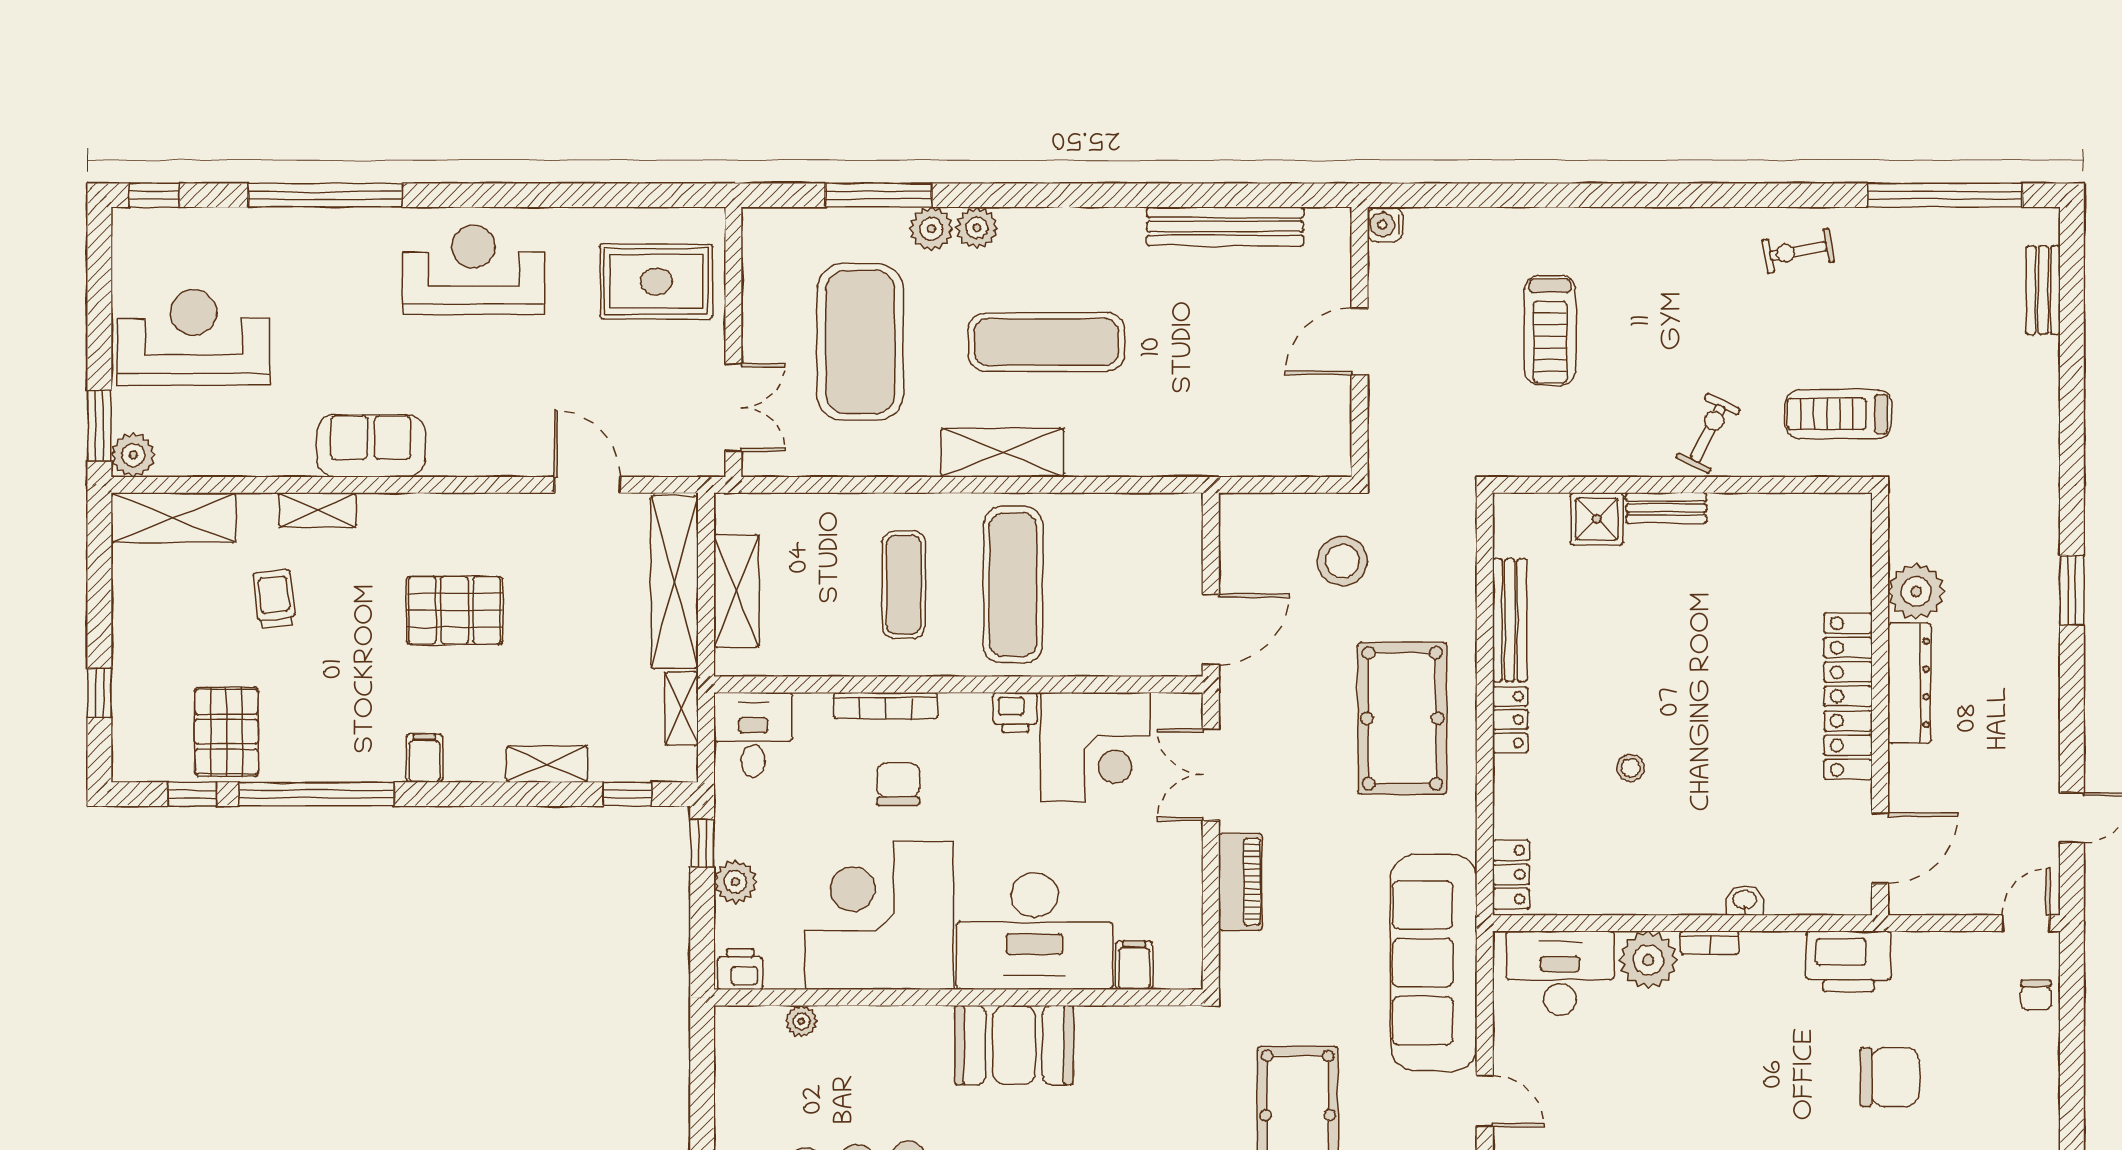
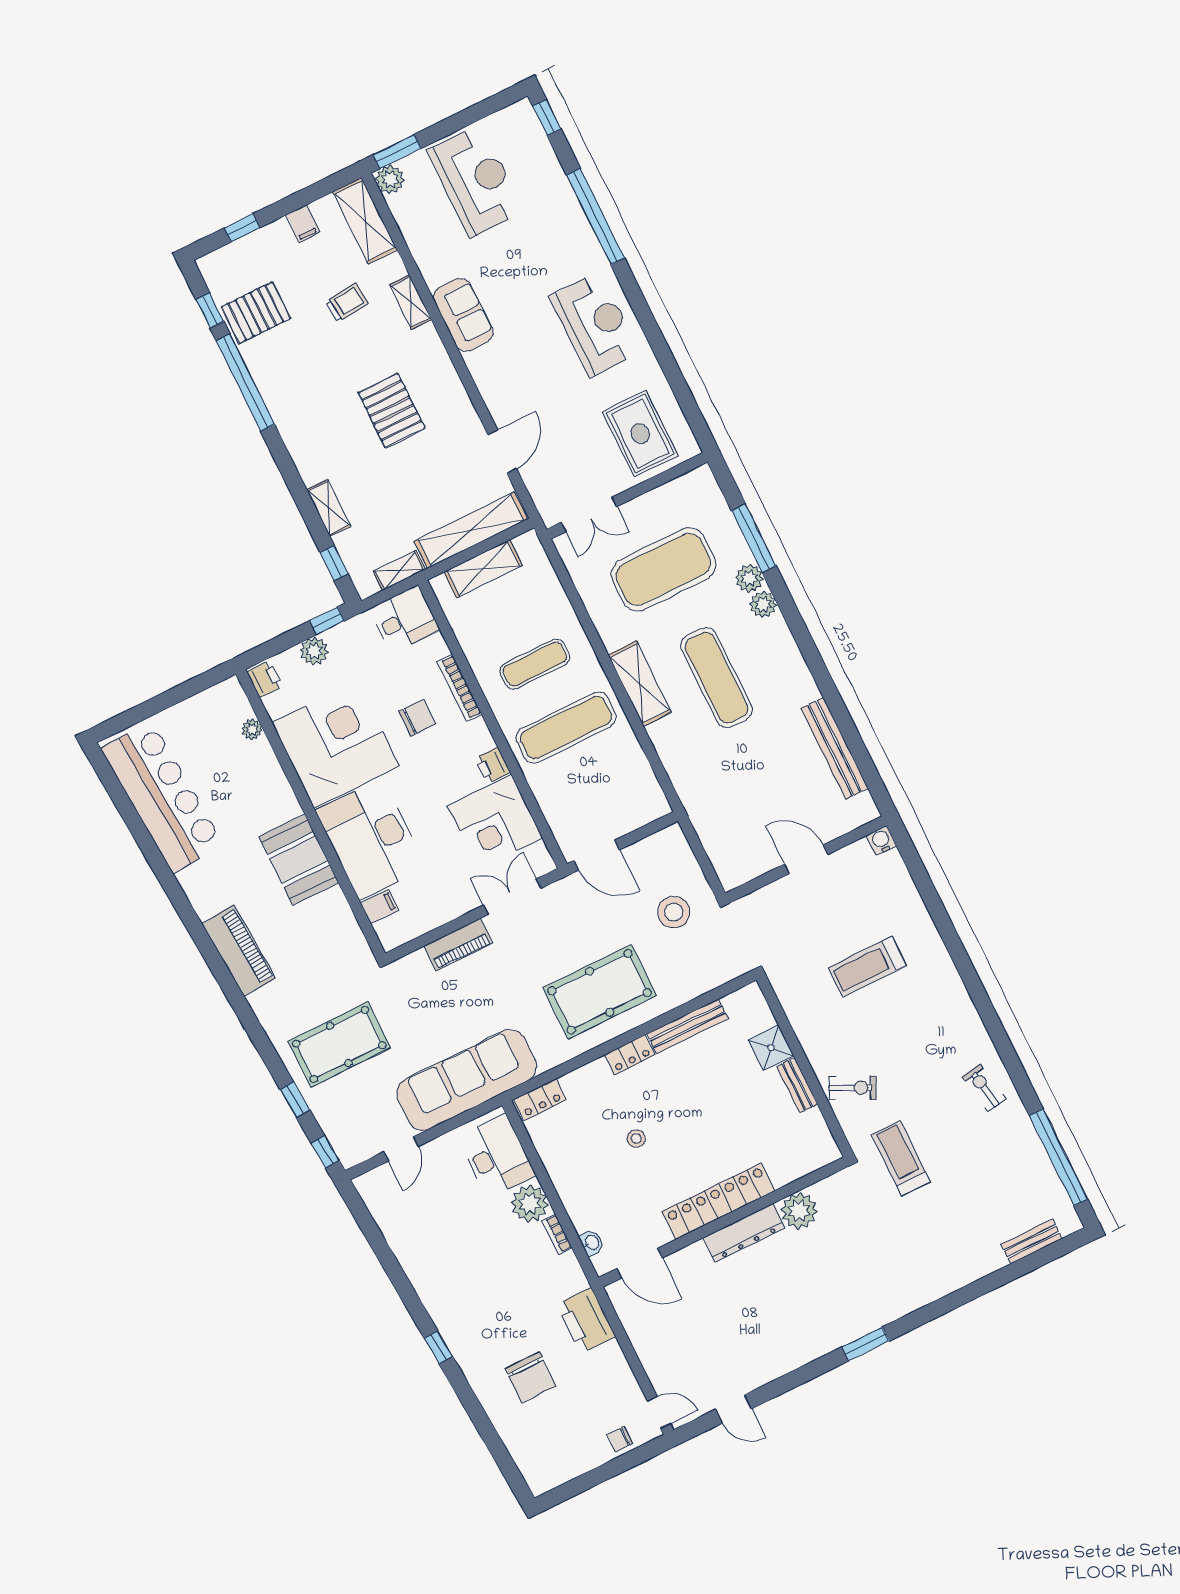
plant: (1916, 591) -> (799, 1211), moved
dresser: (1909, 683) -> (744, 1233), moved
locker: (1848, 696) -> (719, 1201), moved
wall: (1880, 704) -> (723, 1222), moved
filing cabinet: (424, 758) -> (303, 224), moved, turned 90
door: (1880, 848) -> (639, 1263), moved

